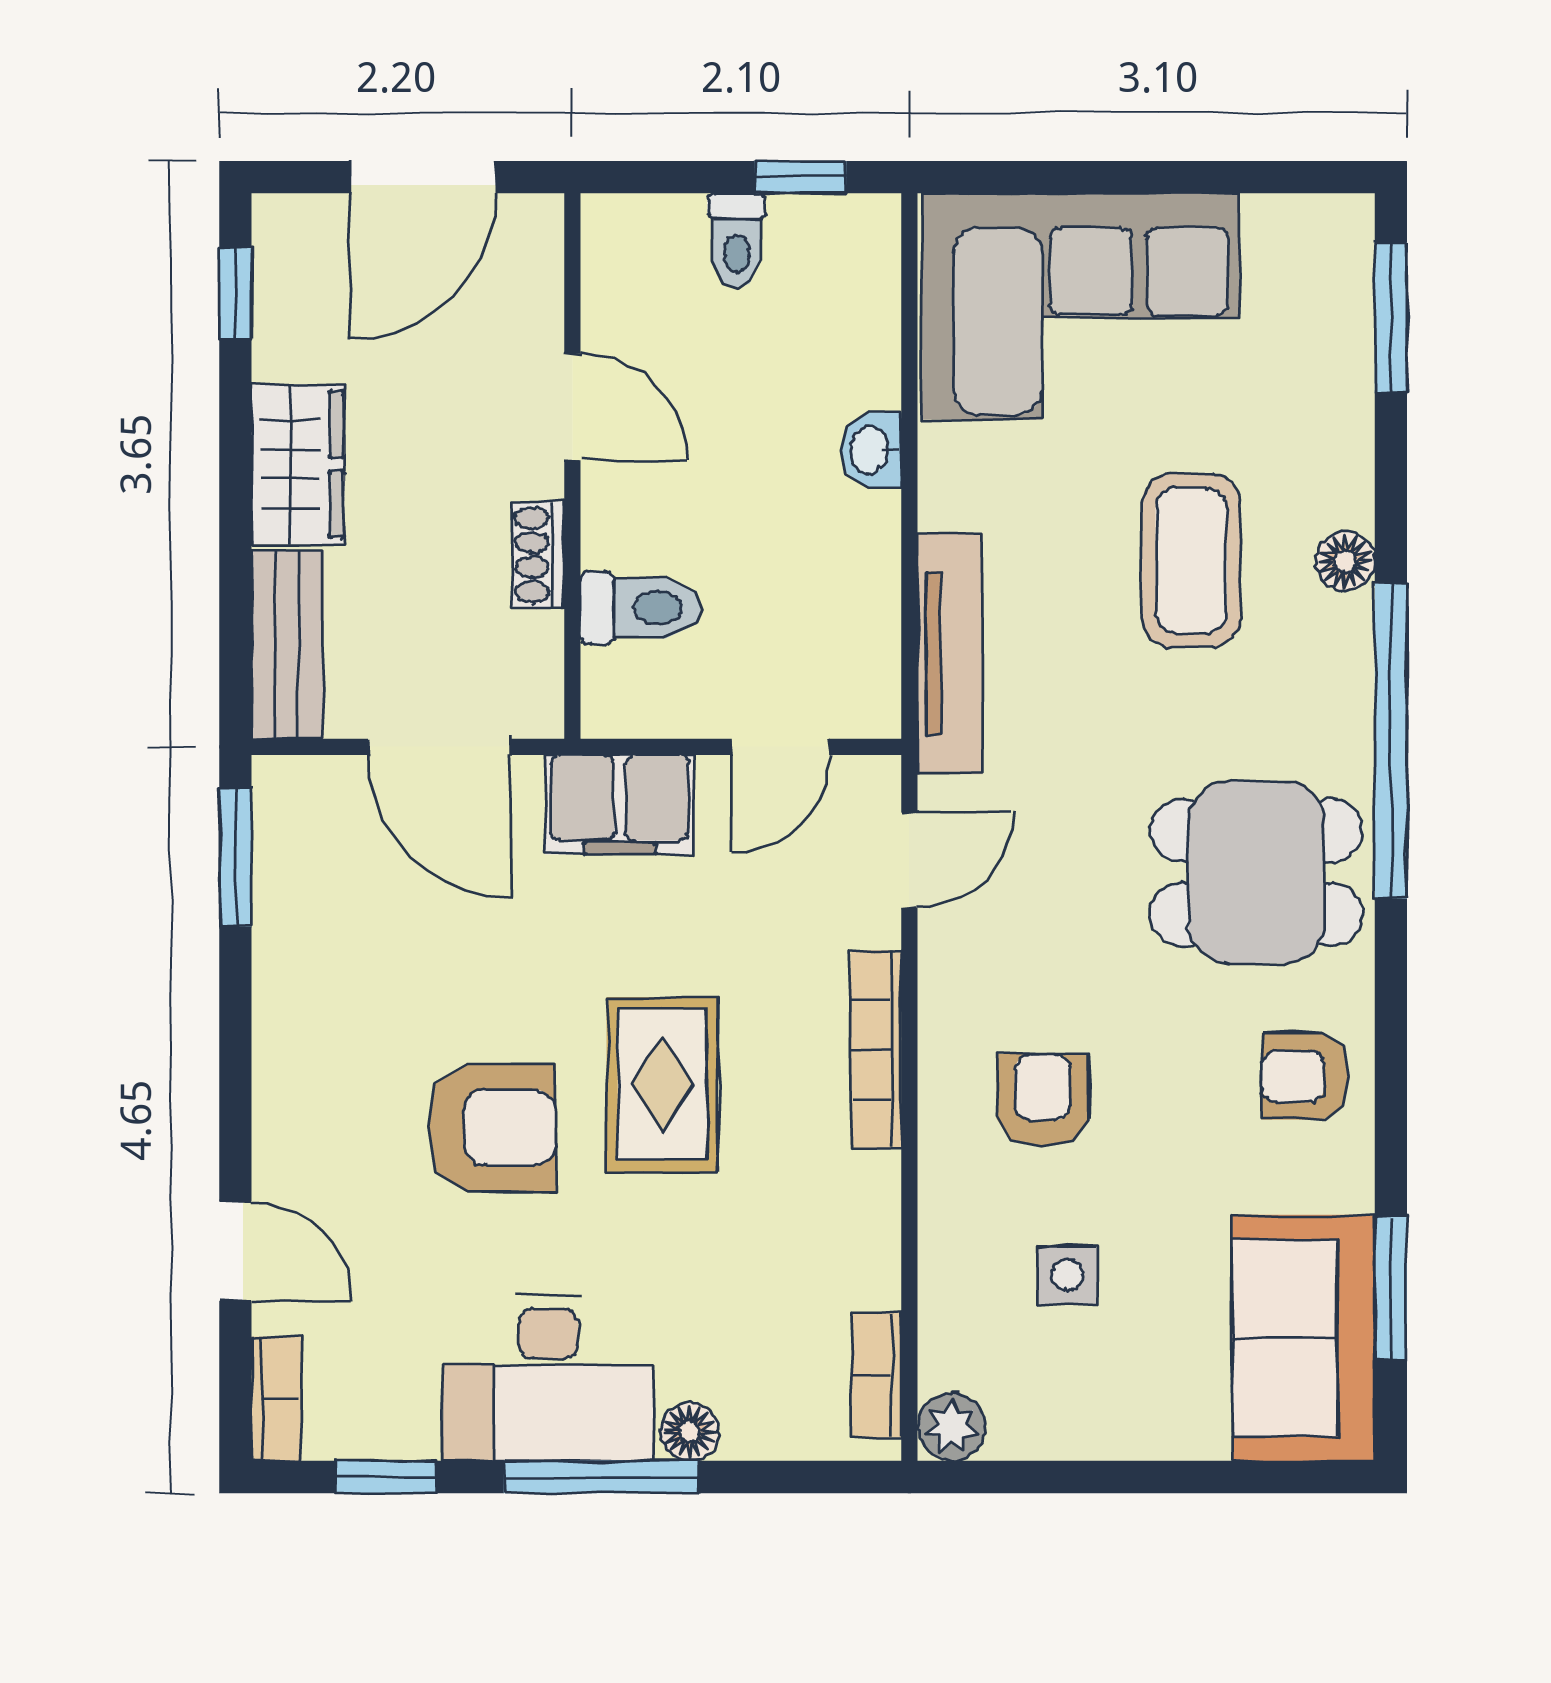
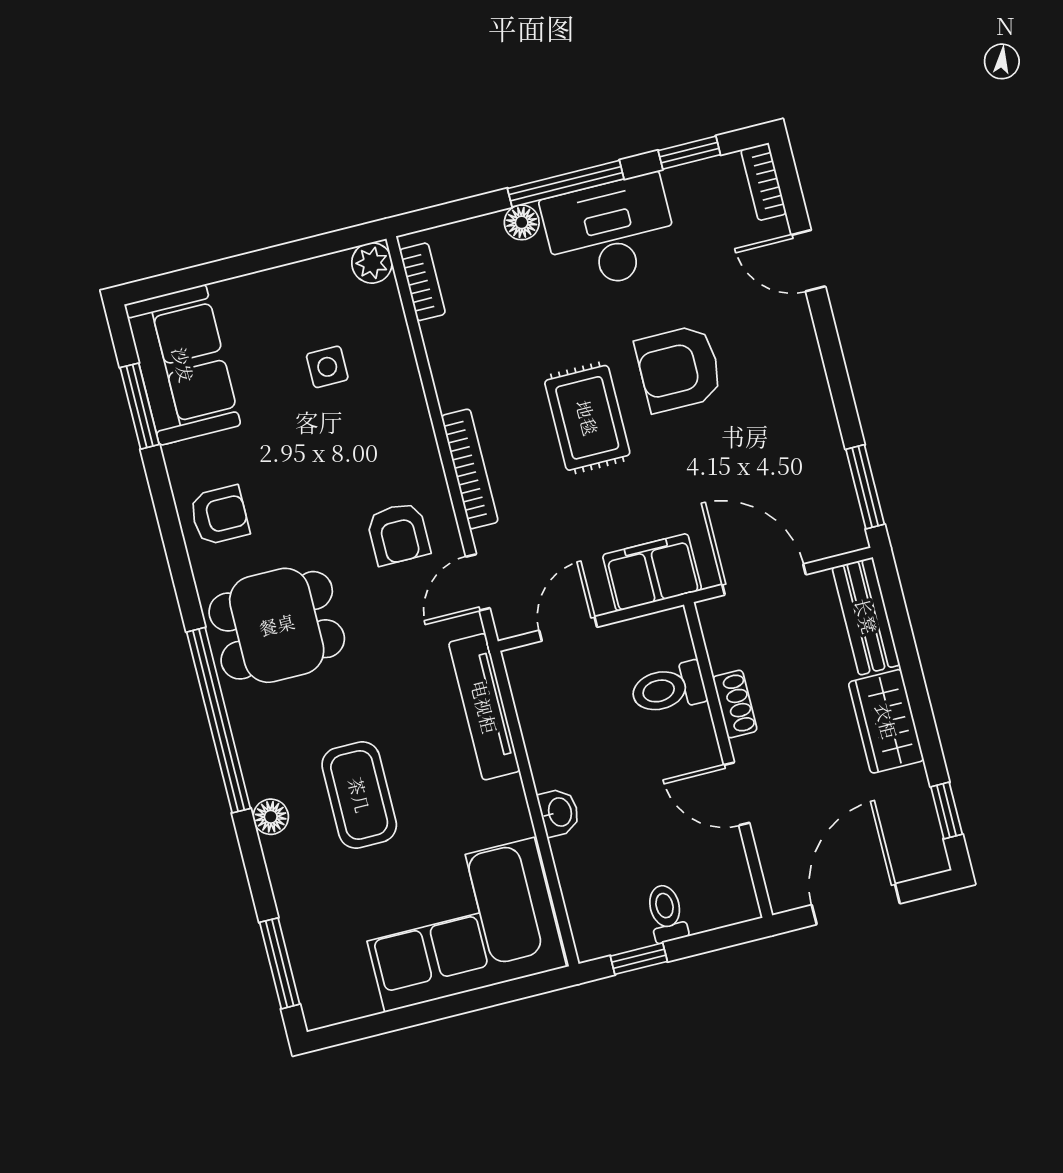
armchair: (1043, 1100) -> (398, 534), moved

